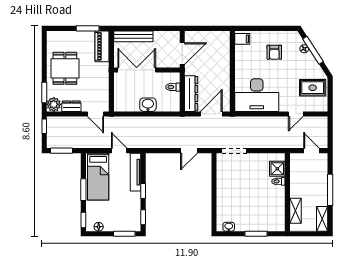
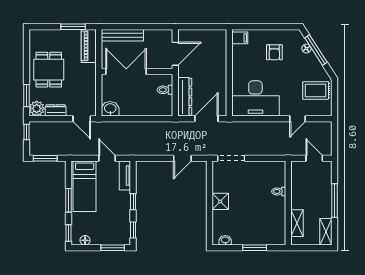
washbasin: (148, 105) -> (110, 109), moved
shower: (277, 169) -> (220, 201), moved
tv unit: (136, 172) -> (125, 175), width x0.71

